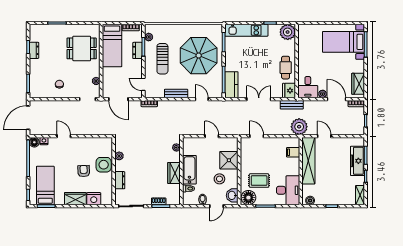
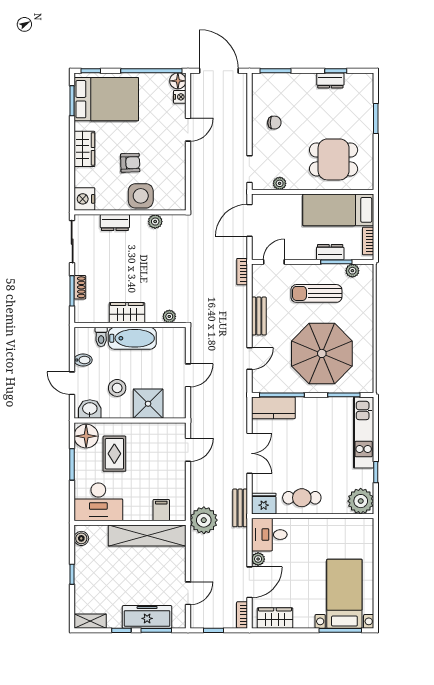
dining table: (82, 48) -> (334, 159), turned 90
door: (324, 136) -> (188, 593), moved
bed: (45, 185) -> (106, 99), width x1.50
nightstand: (94, 199) -> (84, 199), moved

